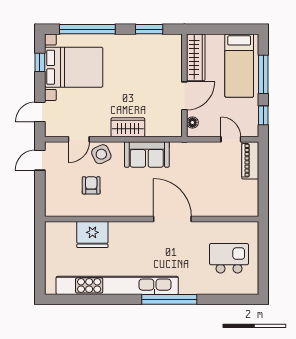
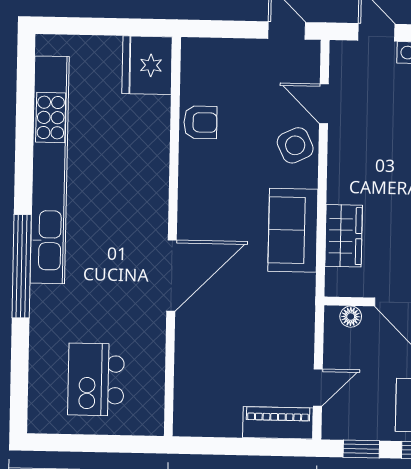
wardrobe: (128, 127) -> (344, 236), moved
armchair: (91, 185) -> (200, 122), moved
fridge: (92, 234) -> (147, 65), moved
kitchen island: (229, 258) -> (96, 380), turned 180

